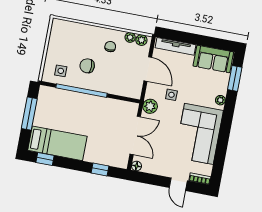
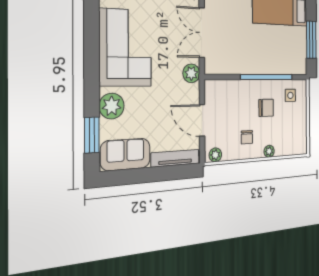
plant: (130, 37) -> (269, 151), moved
side table: (171, 95) -> (169, 94), removed
plant: (220, 100) -> (112, 106), width x1.87, depth x1.87

